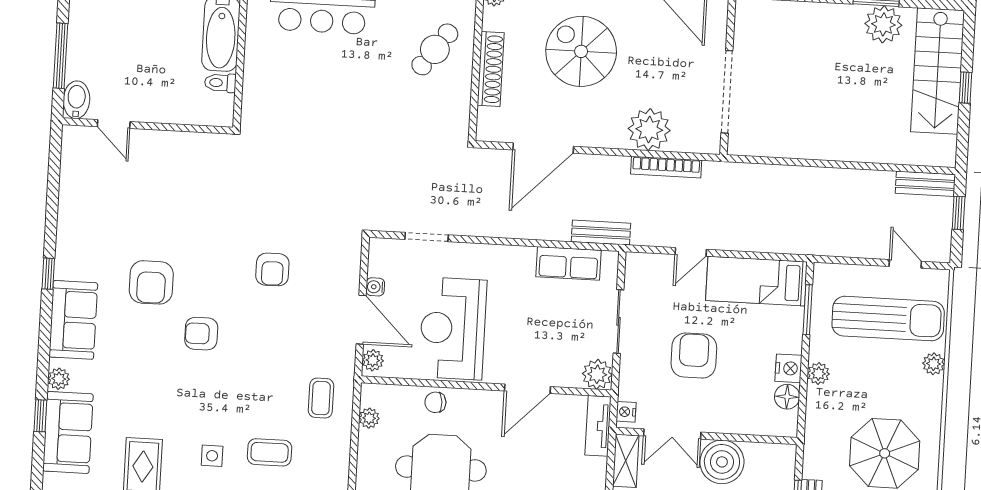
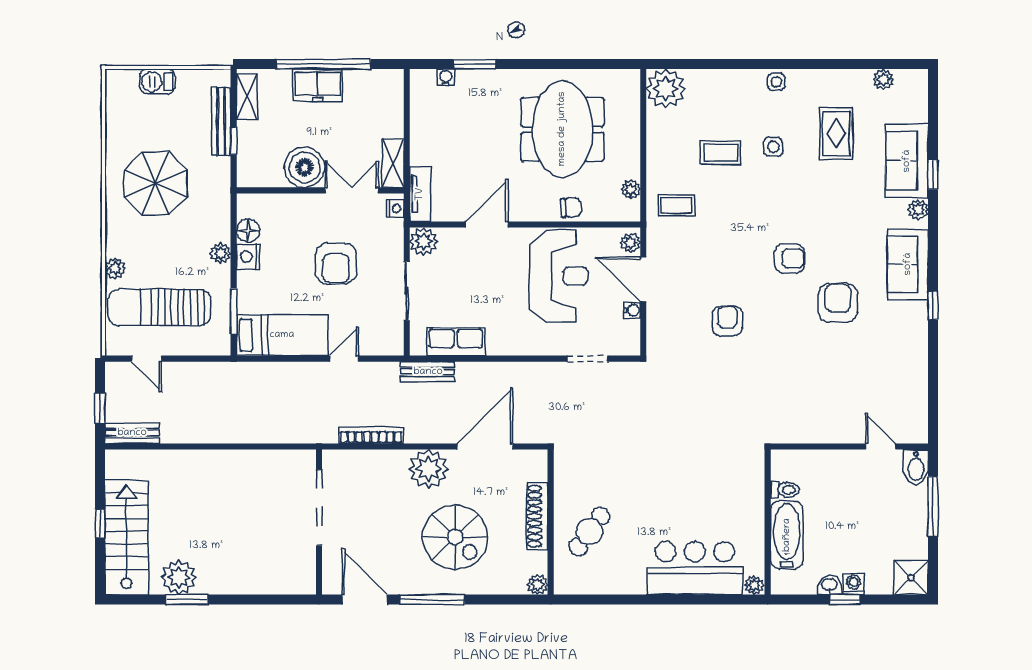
plant: (649, 130) -> (429, 469), moved
coffee table: (321, 398) -> (676, 205), turned 90

